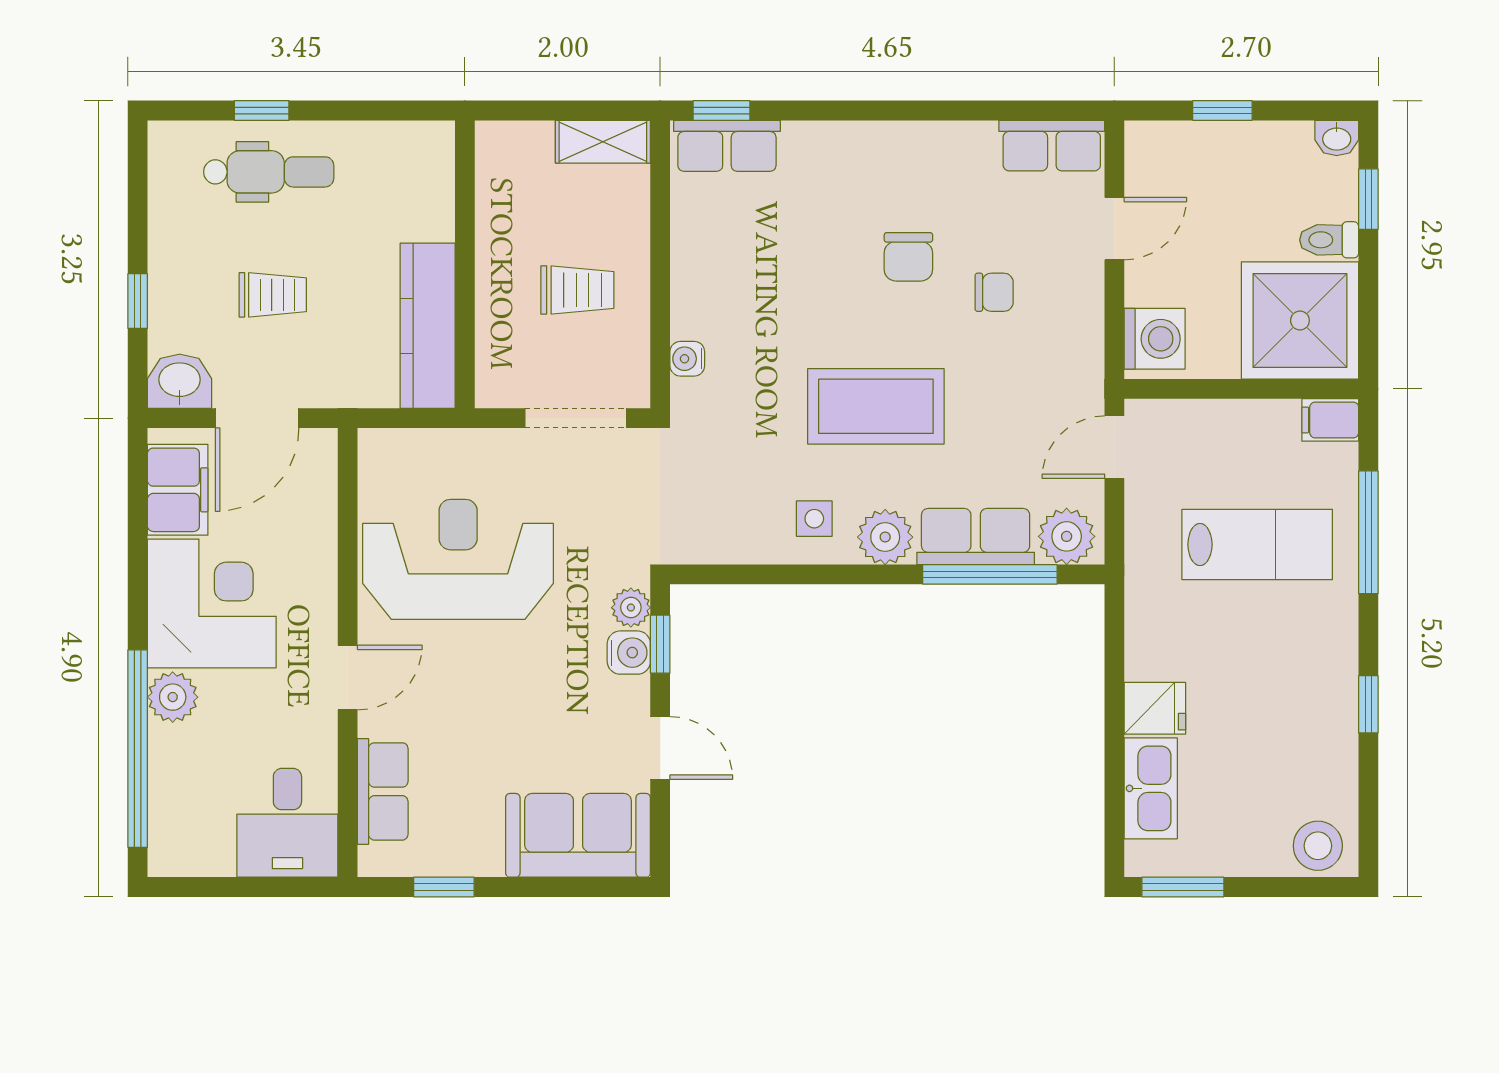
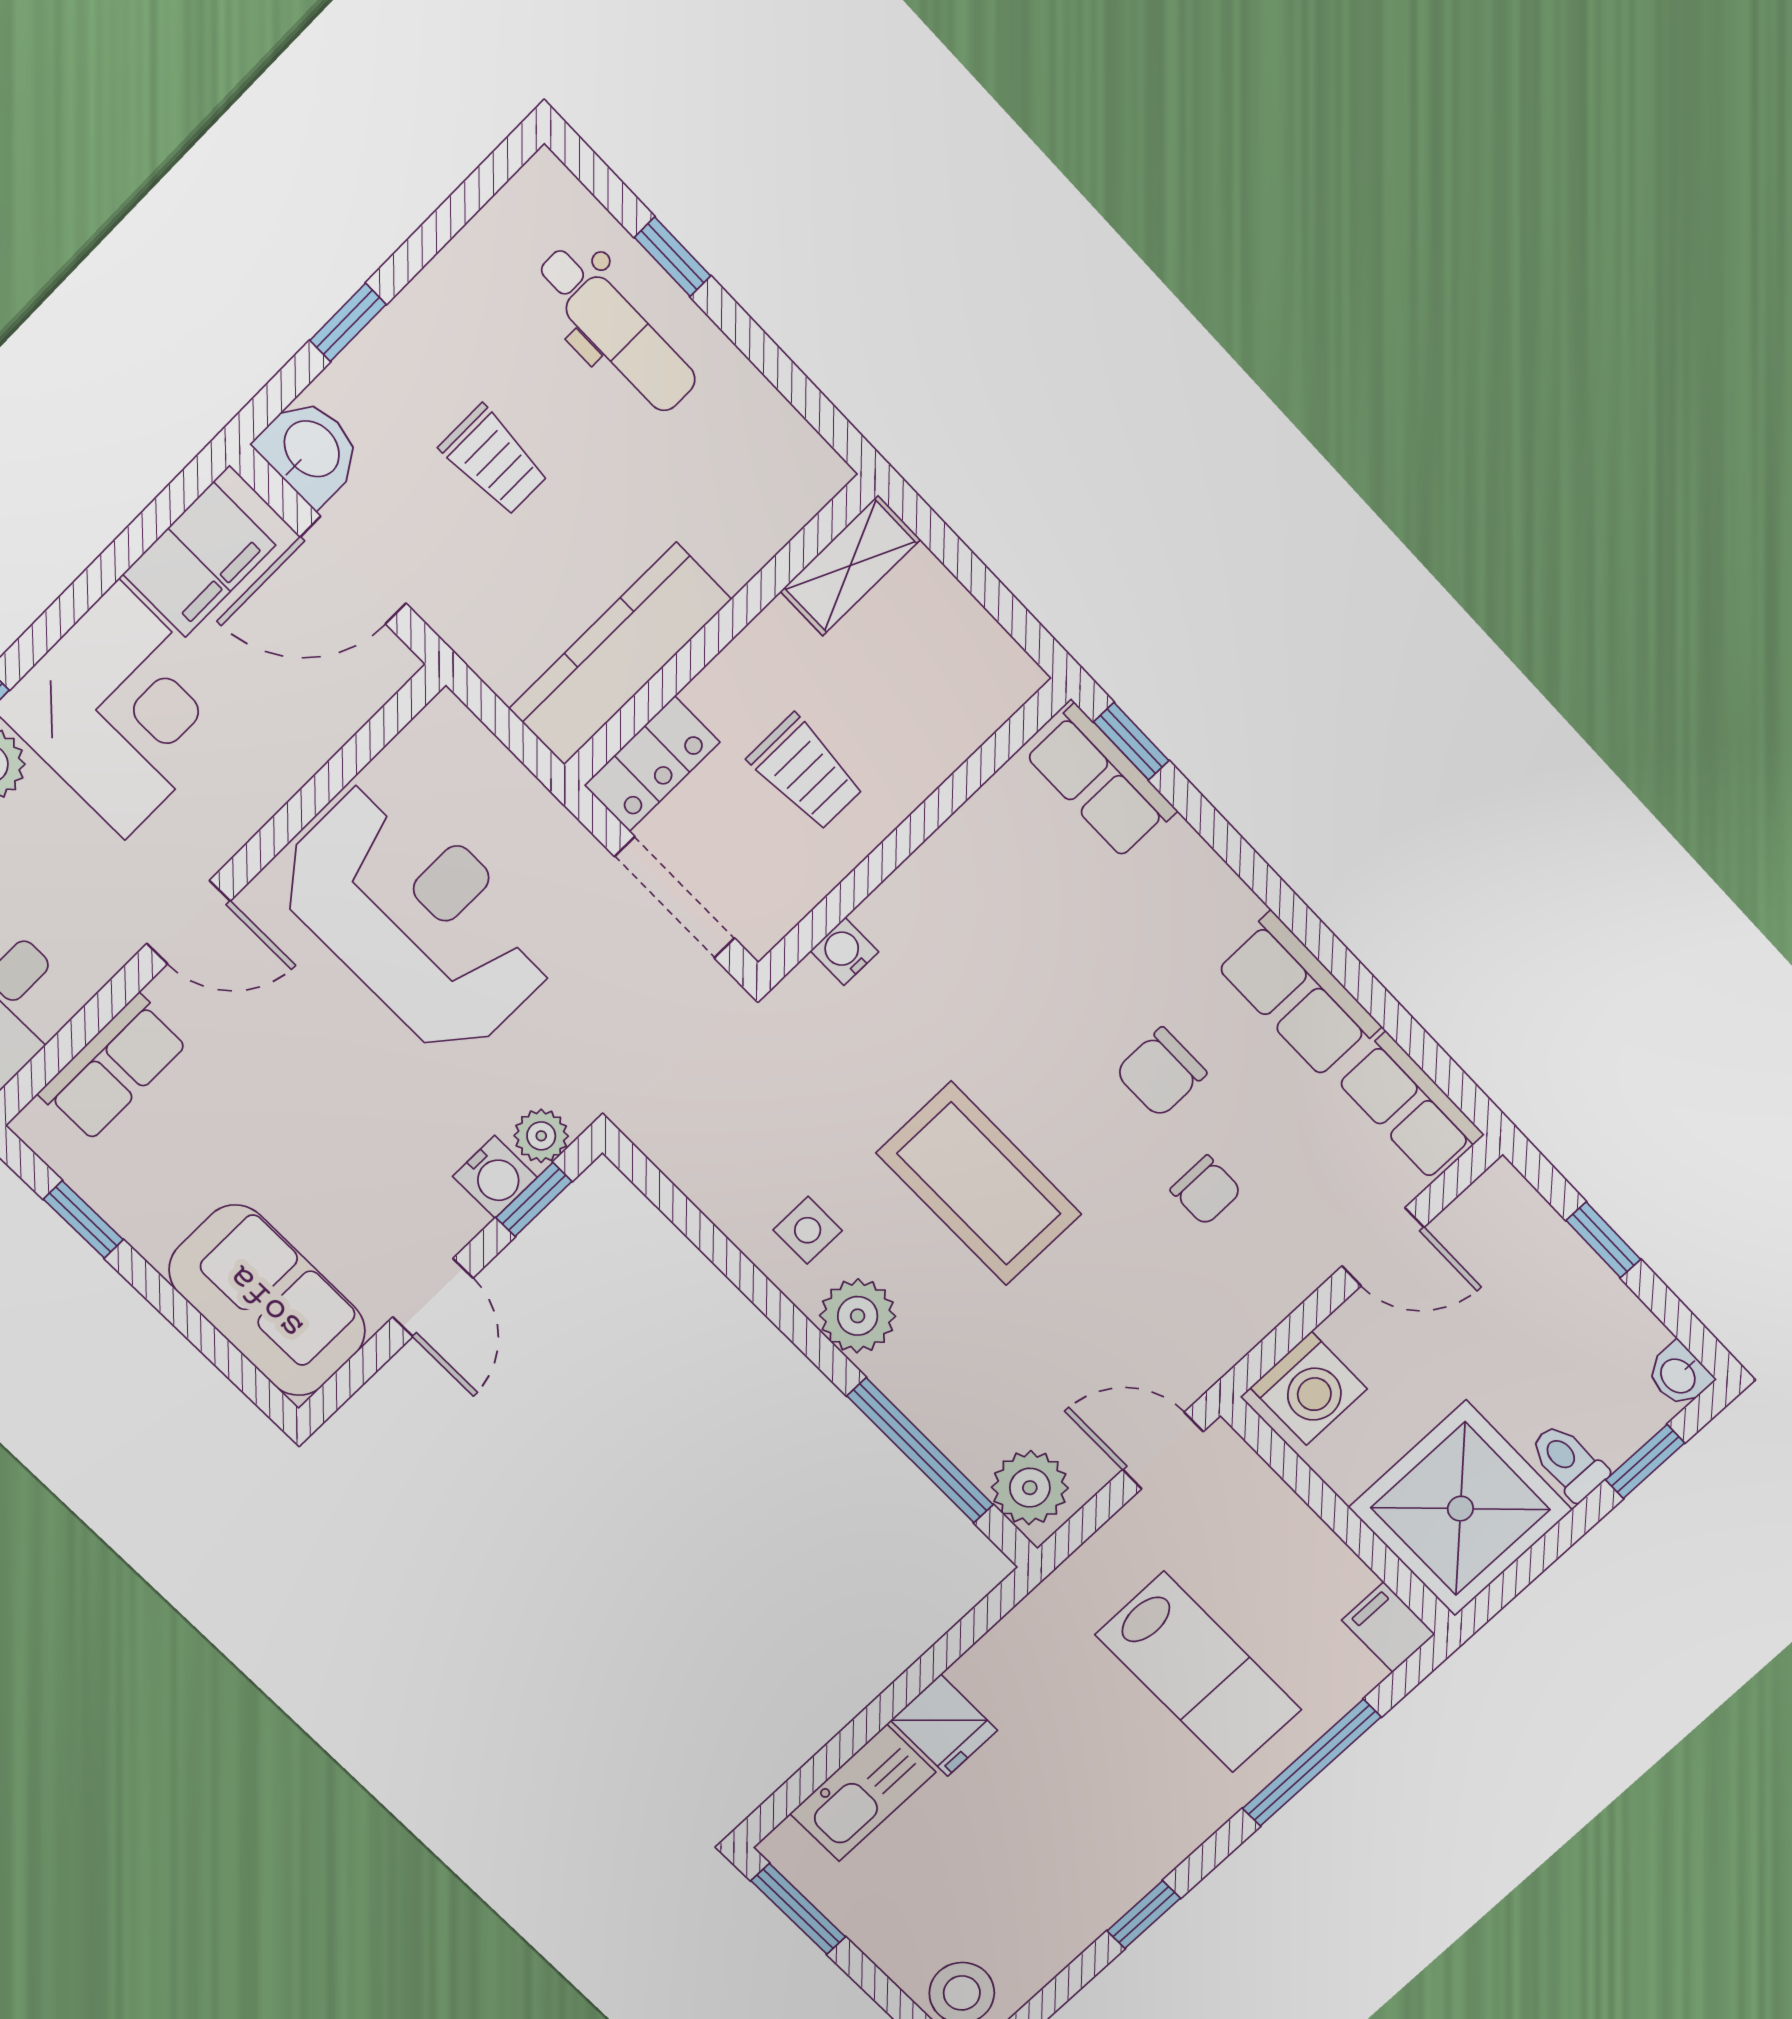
shelving: (603, 142) -> (850, 565), moved, turned 90
locker: (497, 363) -> (652, 764), added
row of seats: (976, 537) -> (1298, 995), moved, turned 180

